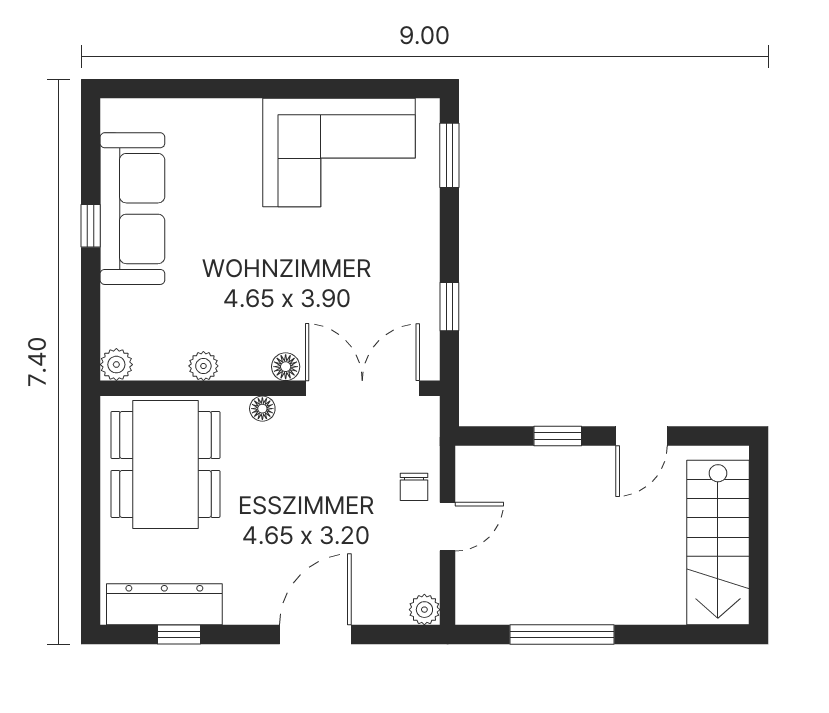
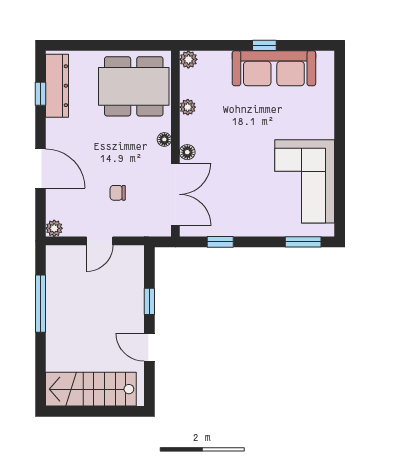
chair: (414, 487) -> (118, 193), moved
door: (448, 527) -> (100, 241), hinge flipped

